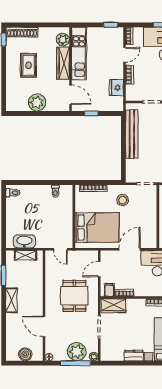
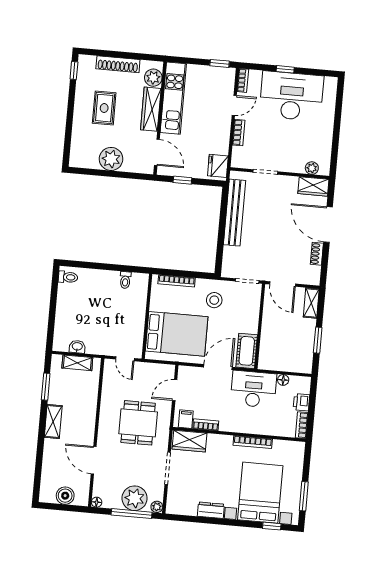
shoe rack: (22, 32) -> (118, 64), moved
fridge: (116, 88) -> (218, 166), moved
cot: (150, 235) -> (247, 351), added
washbasin: (24, 241) -> (77, 347), width x0.52, depth x0.69

